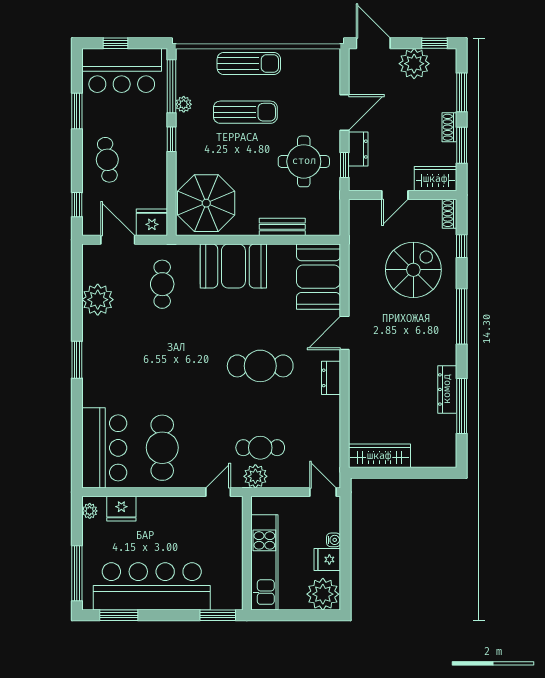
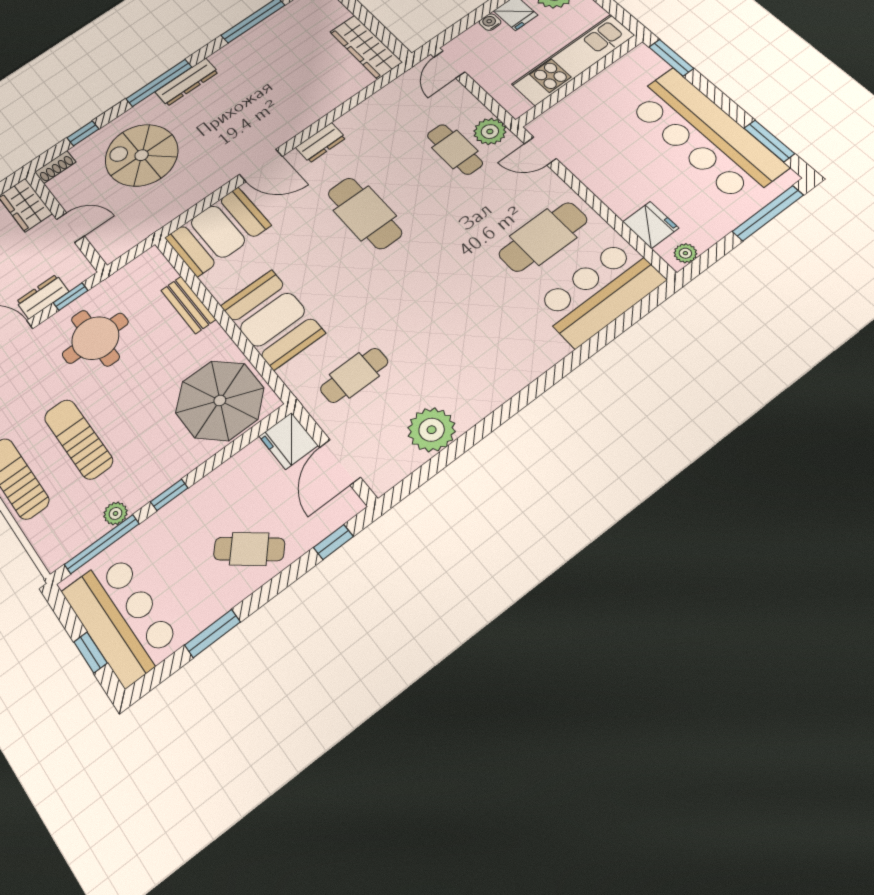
cafe table: (107, 160) -> (249, 549), turned 48
window: (77, 360) -> (524, 398), removed
dresser: (447, 389) -> (187, 82), moved

